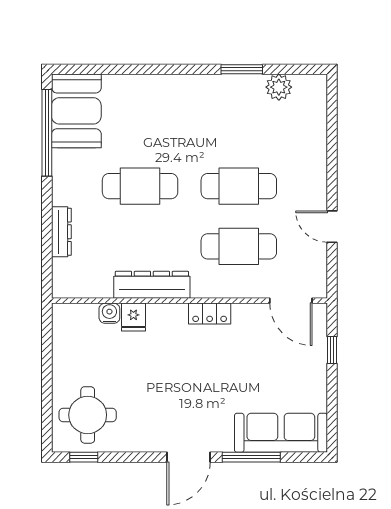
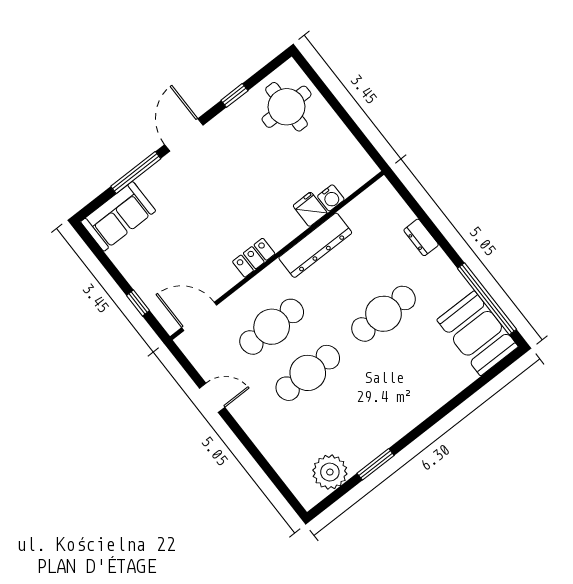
plant: (279, 87) -> (330, 472), width x1.36, depth x1.36
dresser: (61, 232) -> (421, 237), width x0.70
sofa: (281, 433) -> (118, 216), width x0.73
window: (84, 457) -> (234, 95), moved

